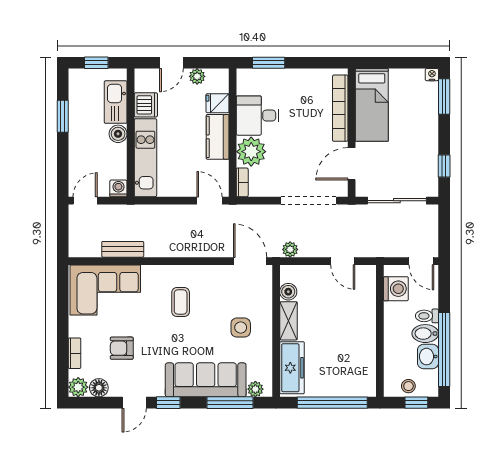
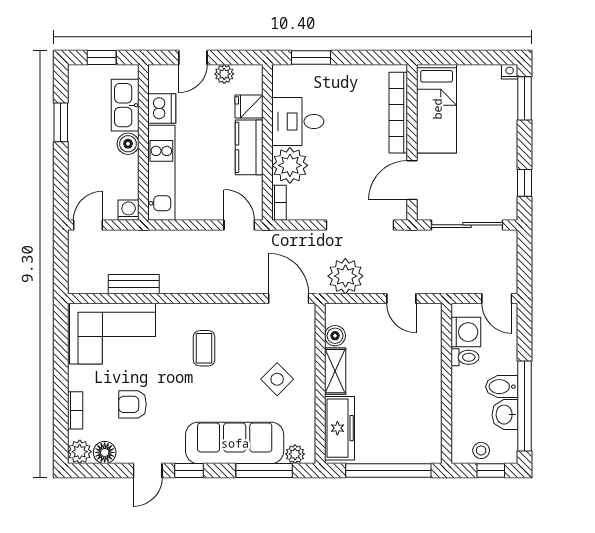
plant: (290, 249) -> (345, 276), width x1.88, depth x1.88
toilet: (427, 316) -> (465, 357), moved, turned 180
side table: (241, 328) -> (277, 379), turned 45

